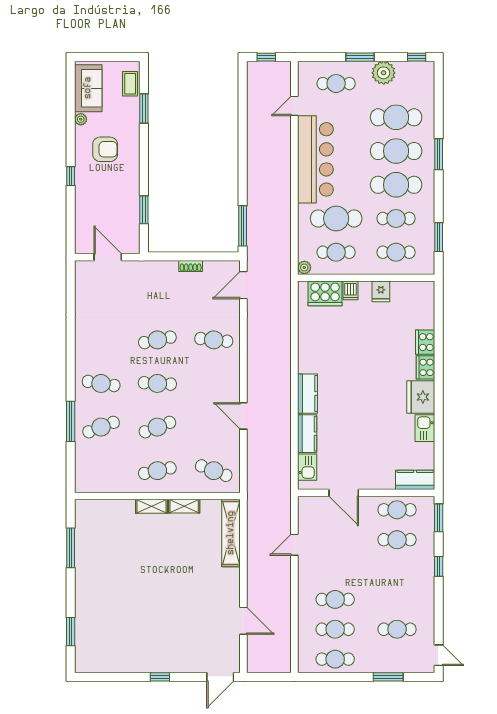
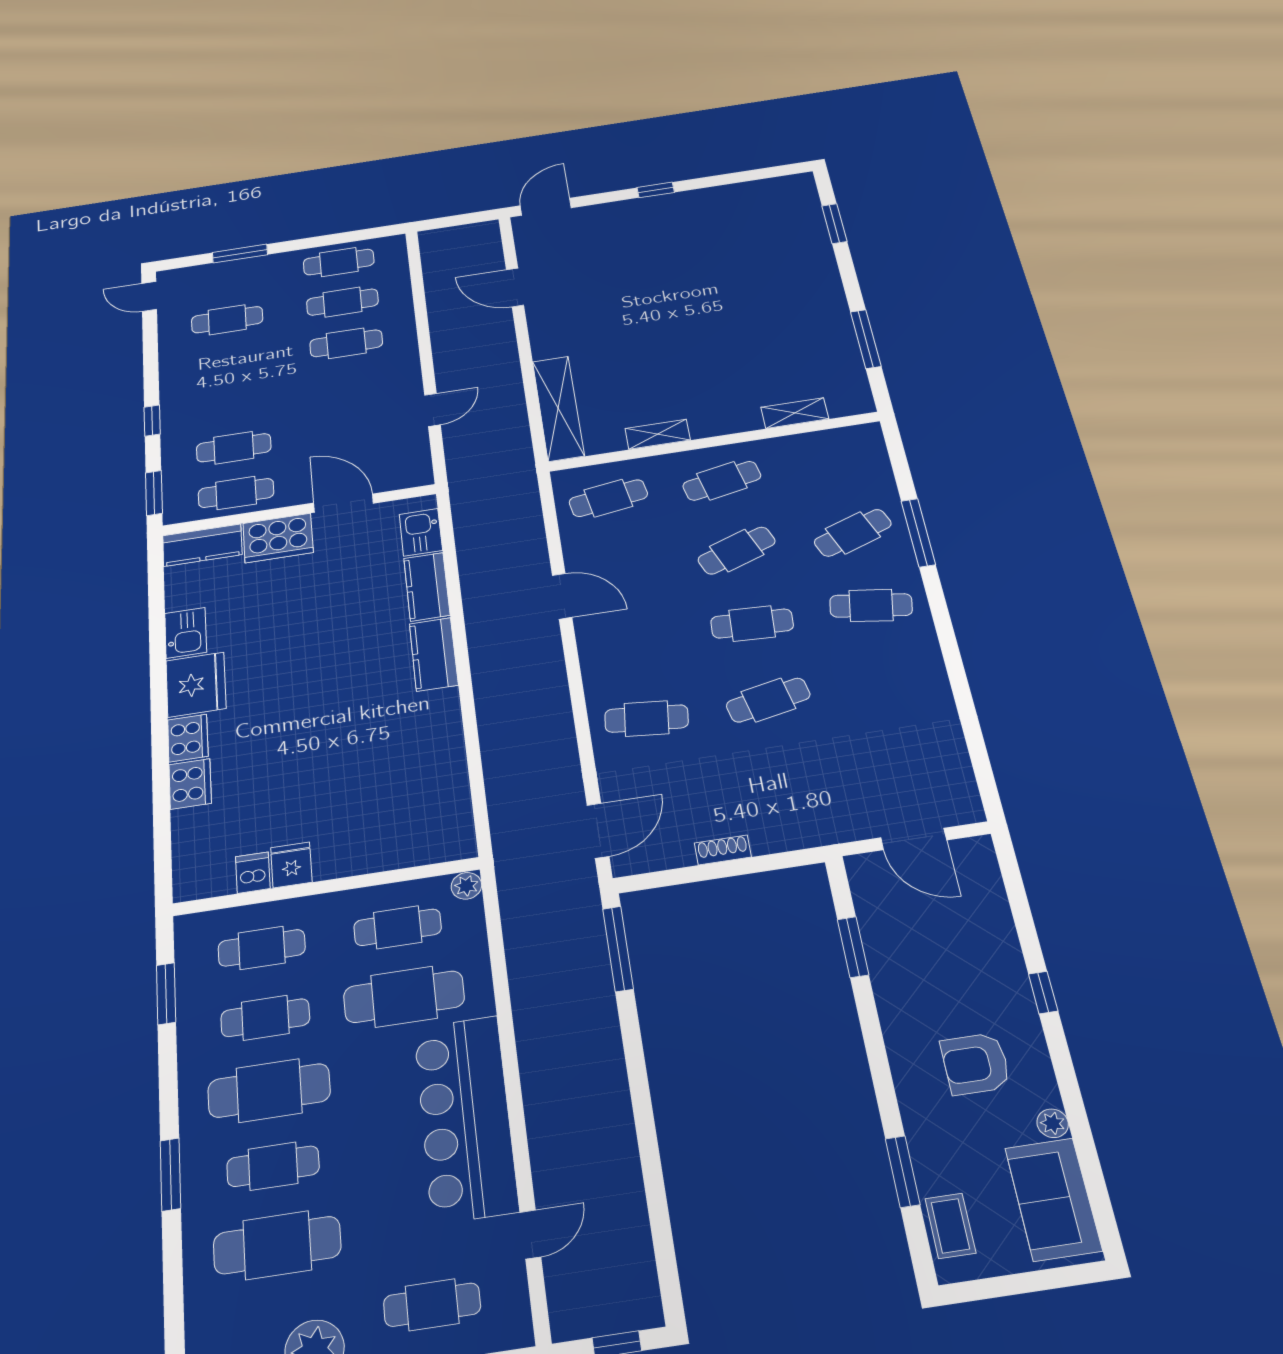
cafe table: (396, 151) -> (273, 1166), width x0.73, depth x0.74
dishwasher: (351, 290) -> (253, 873), moved
cooker: (325, 293) -> (278, 538), moved, turned 180
cafe table: (214, 471) -> (608, 498), turned -30
shelving: (151, 506) -> (795, 413), moved

